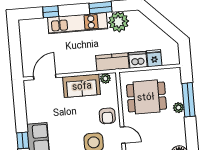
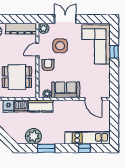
kitchen unit: (78, 23) -> (88, 138), moved
door: (45, 77) -> (93, 99), hinge flipped
door: (123, 135) -> (37, 50), hinge flipped

